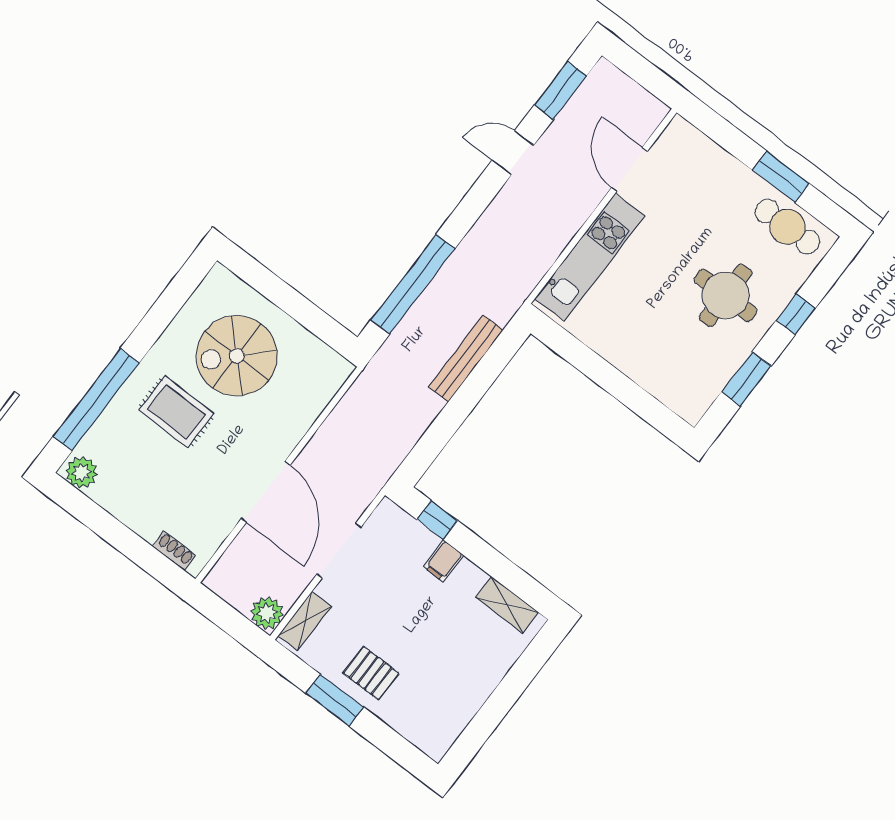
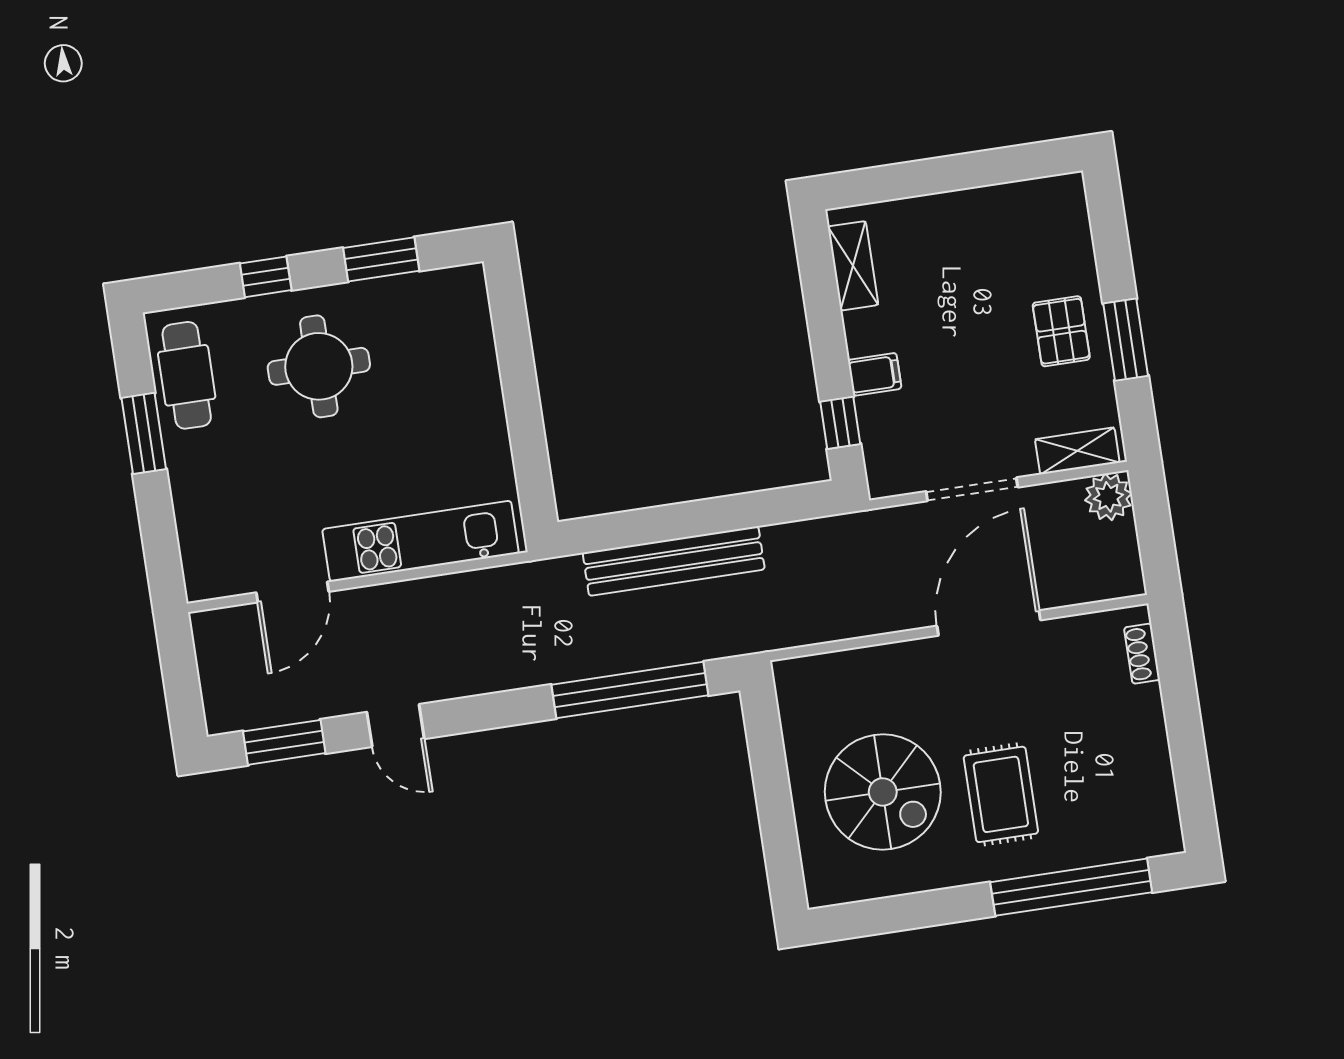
bench: (466, 358) -> (674, 561), width x1.37, depth x1.21
plant: (82, 472) -> (1159, 827), removed

